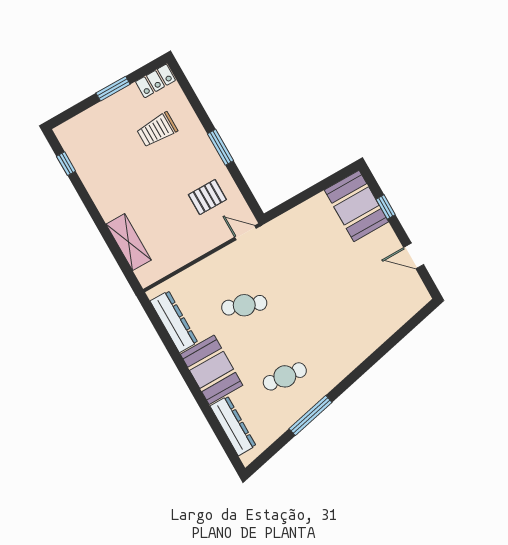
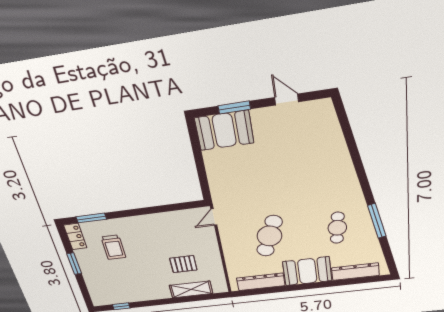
window: (221, 147) -> (91, 218), moved
pallet: (207, 197) -> (183, 264), moved, turned 90
window: (386, 207) -> (234, 107), width x1.50
door: (414, 256) -> (287, 100), swing flipped
cafe table: (244, 305) -> (270, 236), width x1.37, depth x1.35

